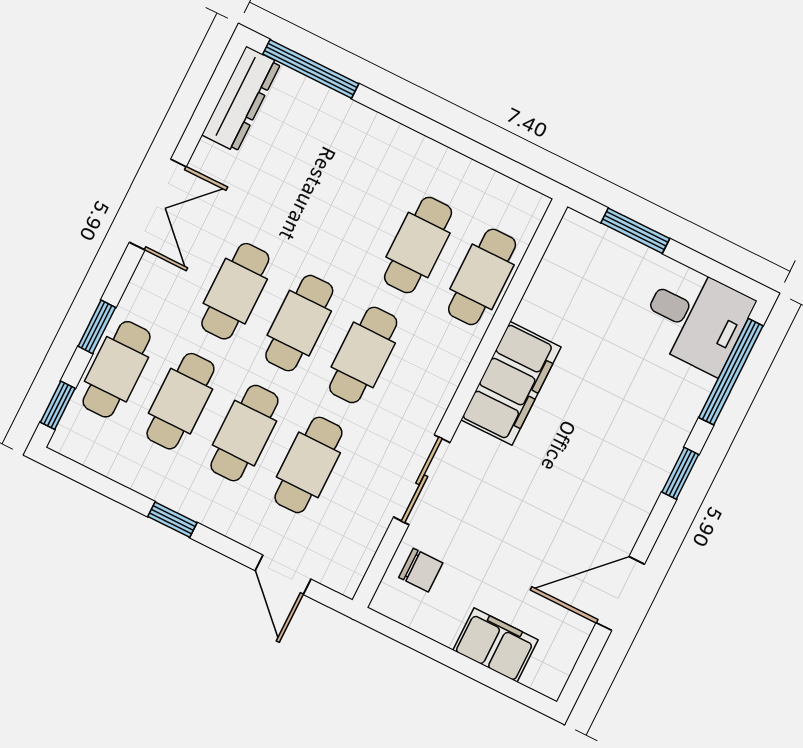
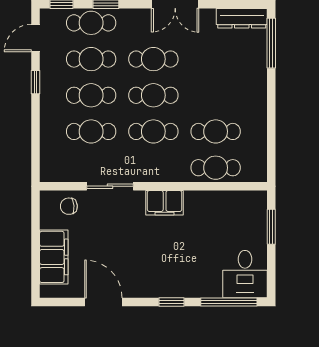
filing cabinet: (511, 383) -> (165, 203), width x0.67, depth x0.86
chair: (421, 570) -> (69, 206), turned 85
door: (283, 575) -> (36, 38), moved
filing cabinet: (496, 645) -> (54, 257), width x1.50, depth x1.17

